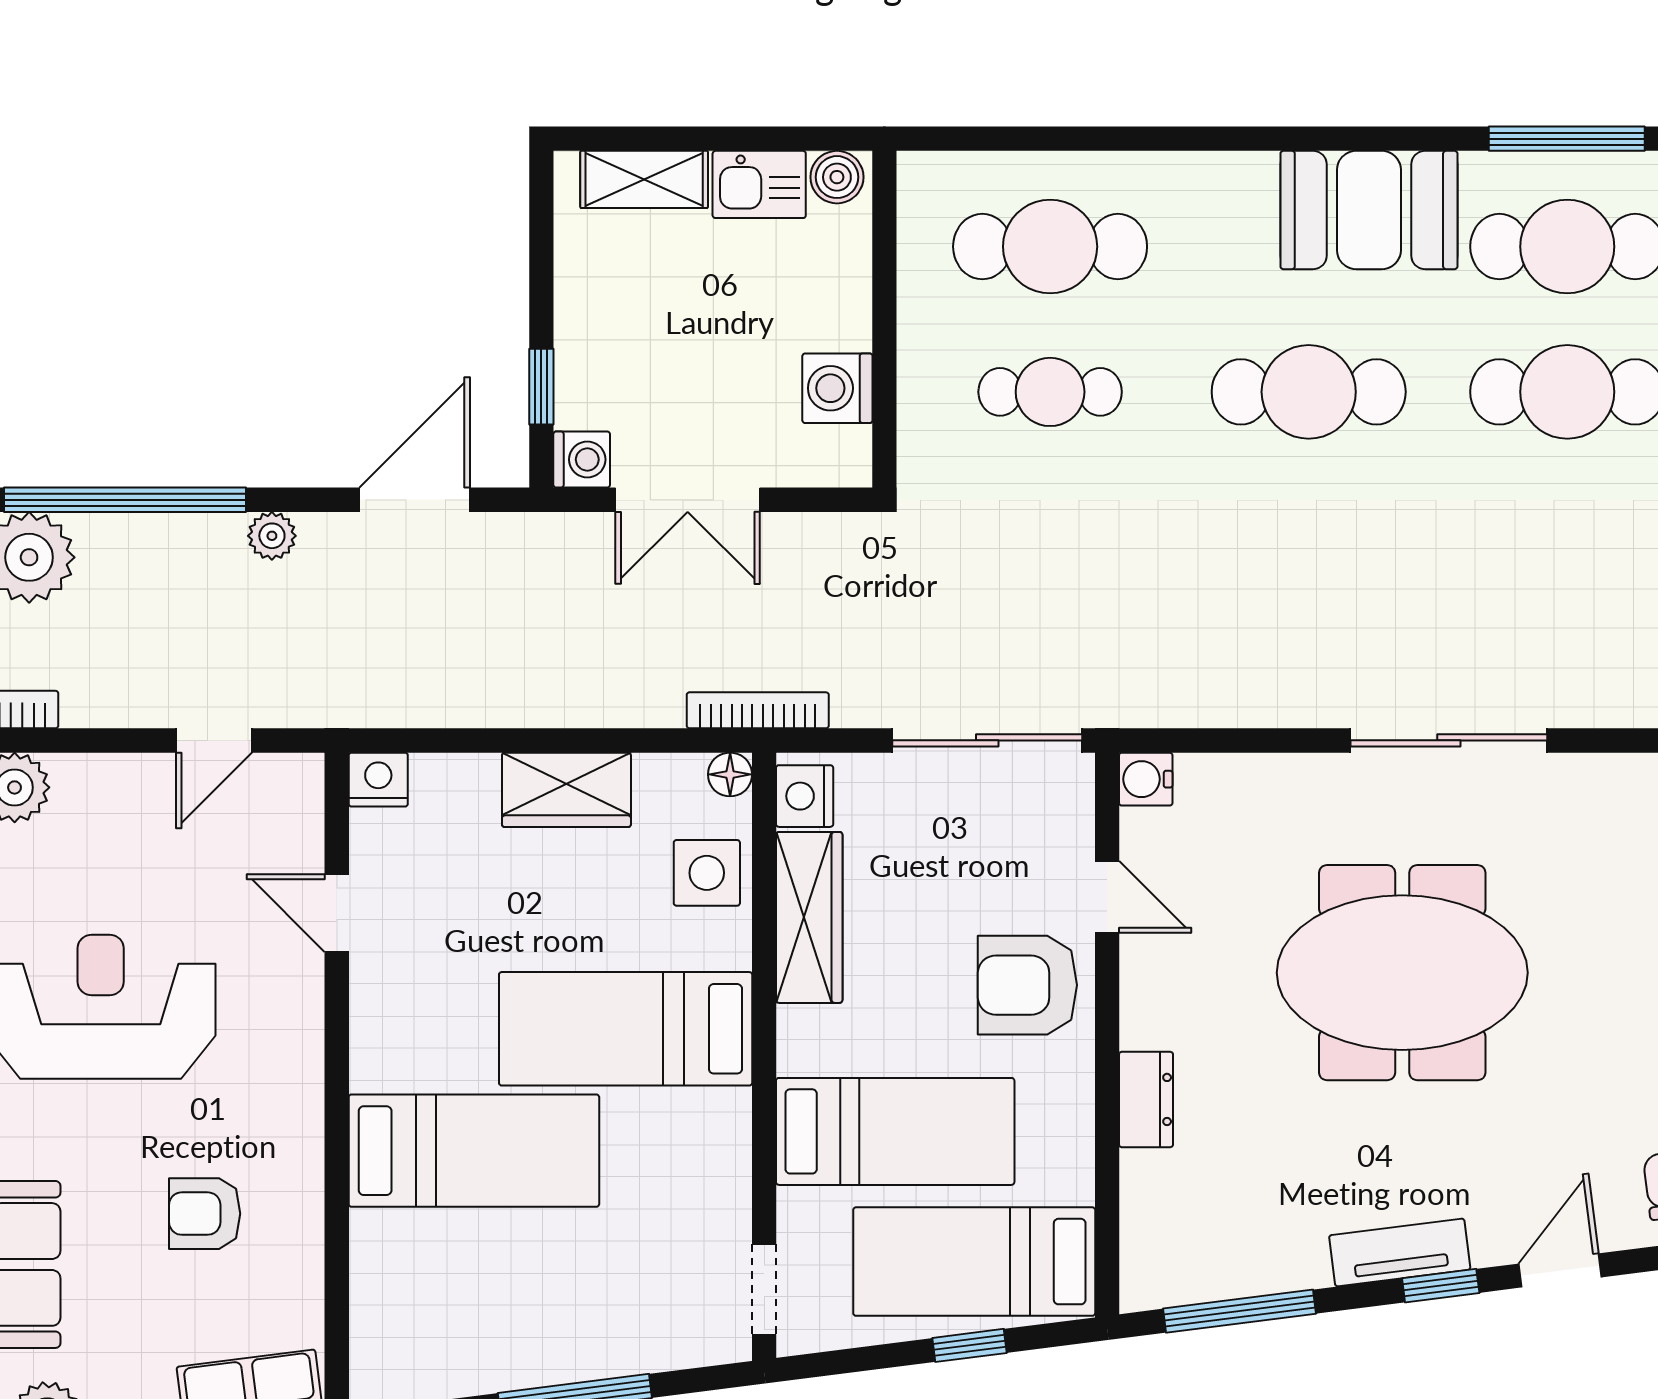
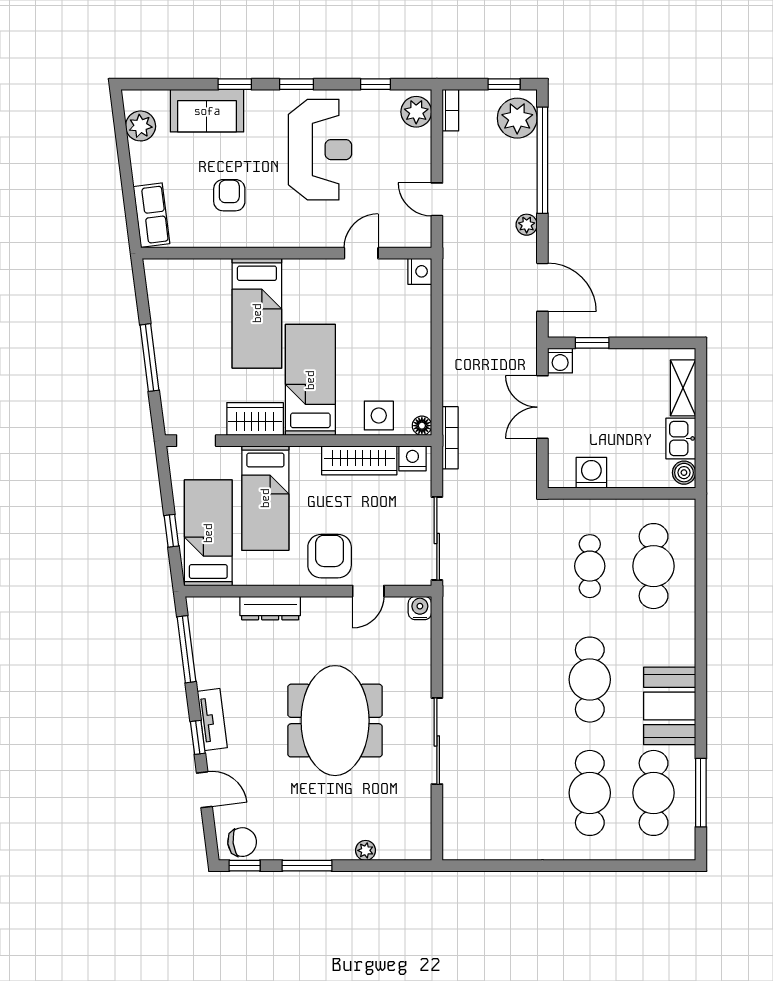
wardrobe: (566, 790) -> (255, 419), moved, turned 90
dresser: (1146, 1099) -> (270, 608), width x1.44

